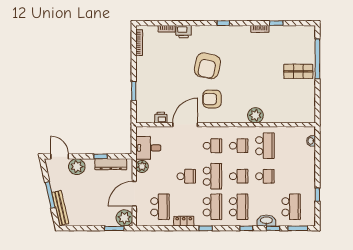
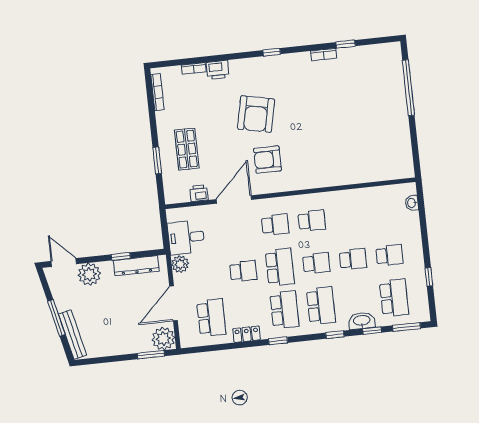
shop shelf: (298, 71) -> (187, 149), moved, turned 90
plant: (255, 115) -> (331, 176), removed
school desk: (265, 146) -> (389, 255), moved, width x0.54

